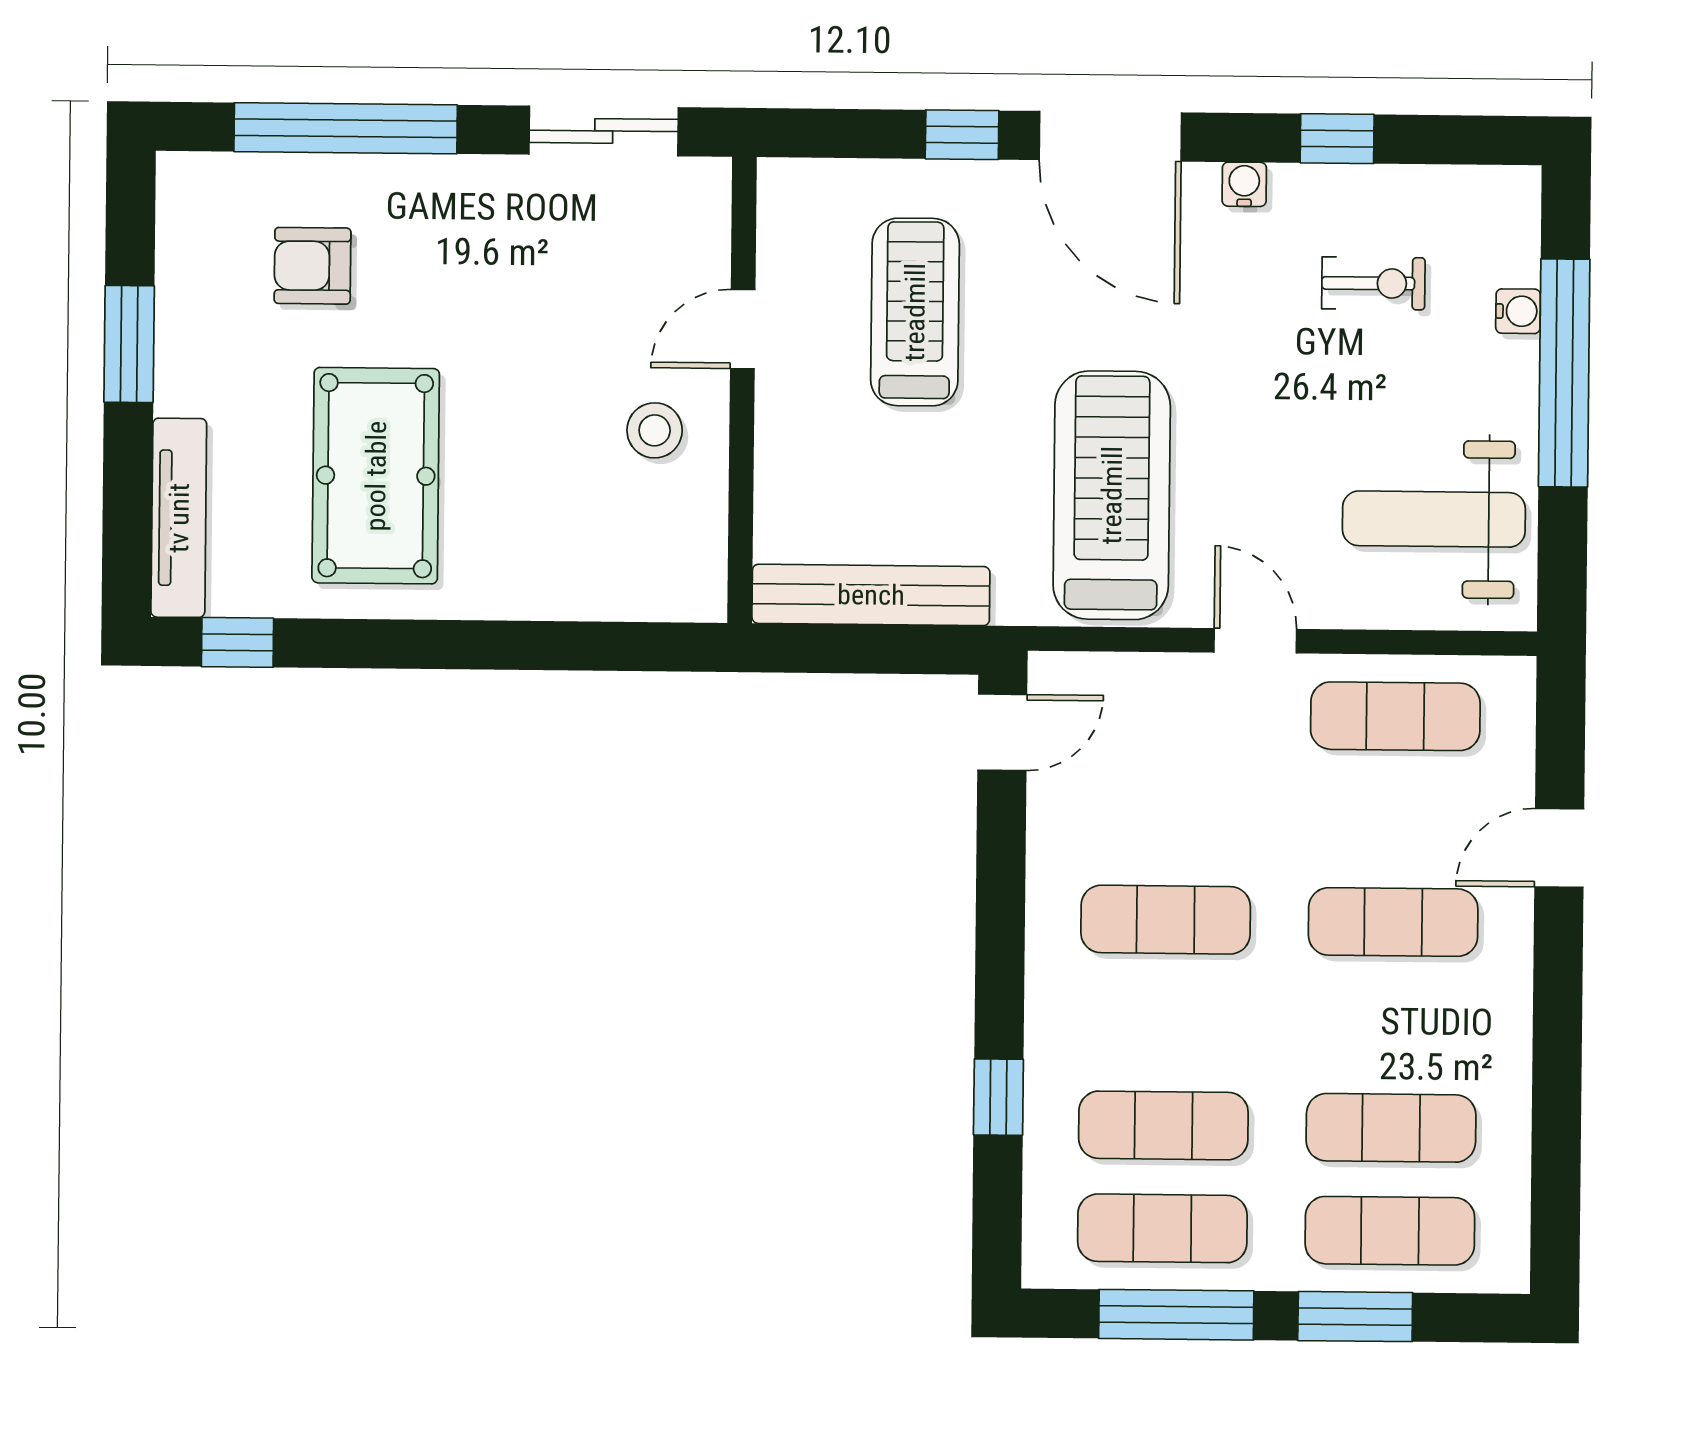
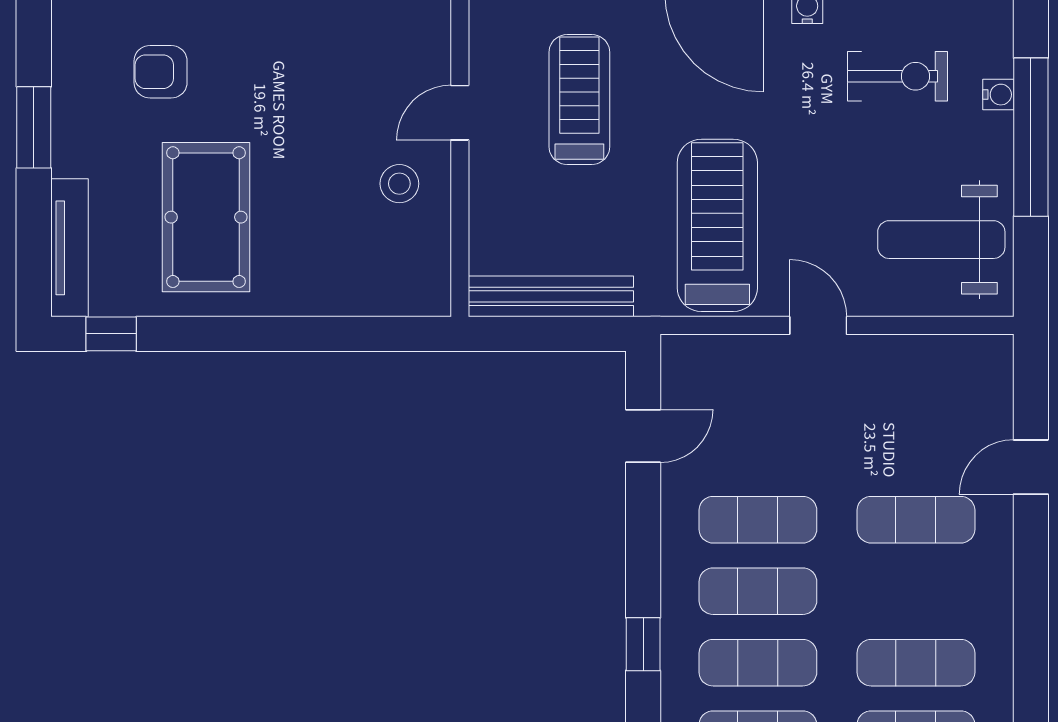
exercise bike: (1373, 283) -> (898, 76), width x1.38, depth x1.39
exercise mat: (1395, 716) -> (758, 591), moved
door: (1002, 732) -> (643, 436), moved

